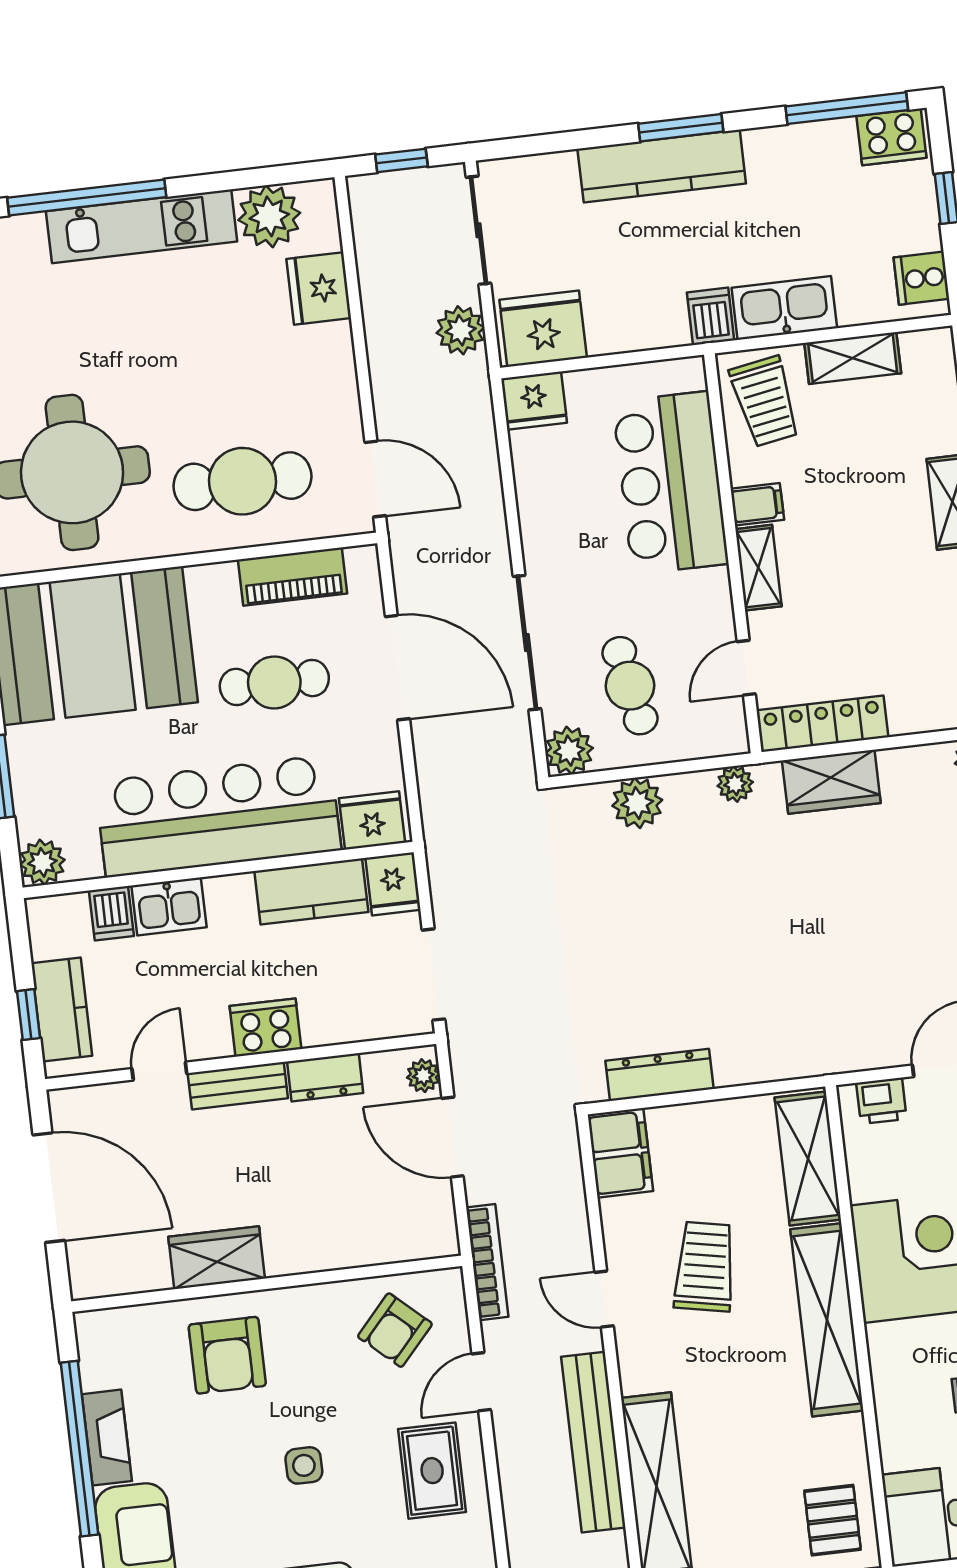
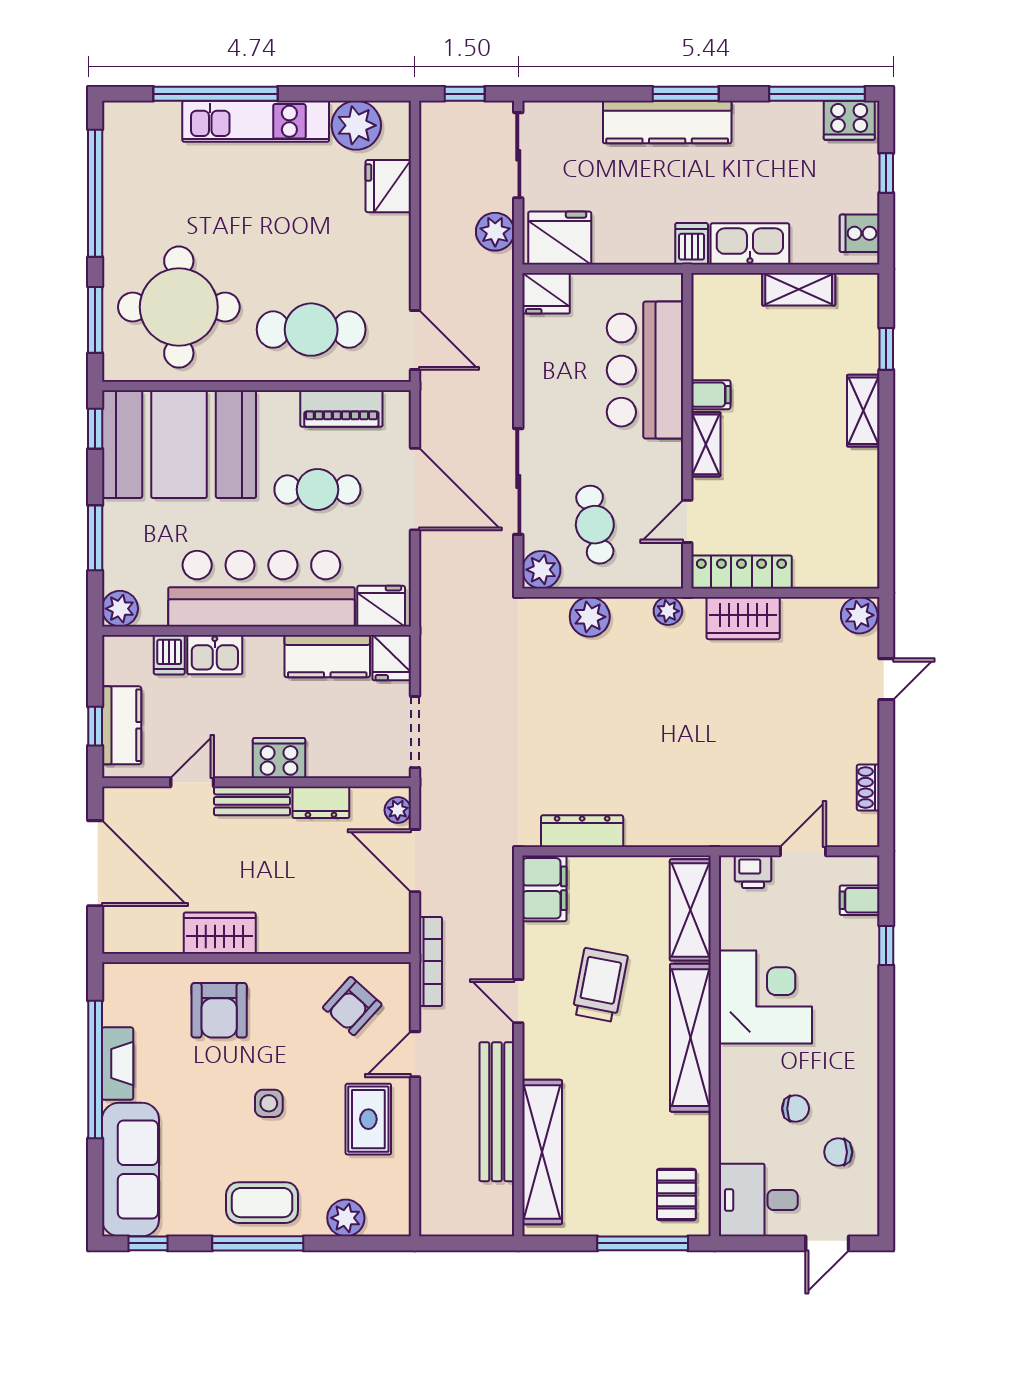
trolley: (765, 401) -> (726, 315), removed

